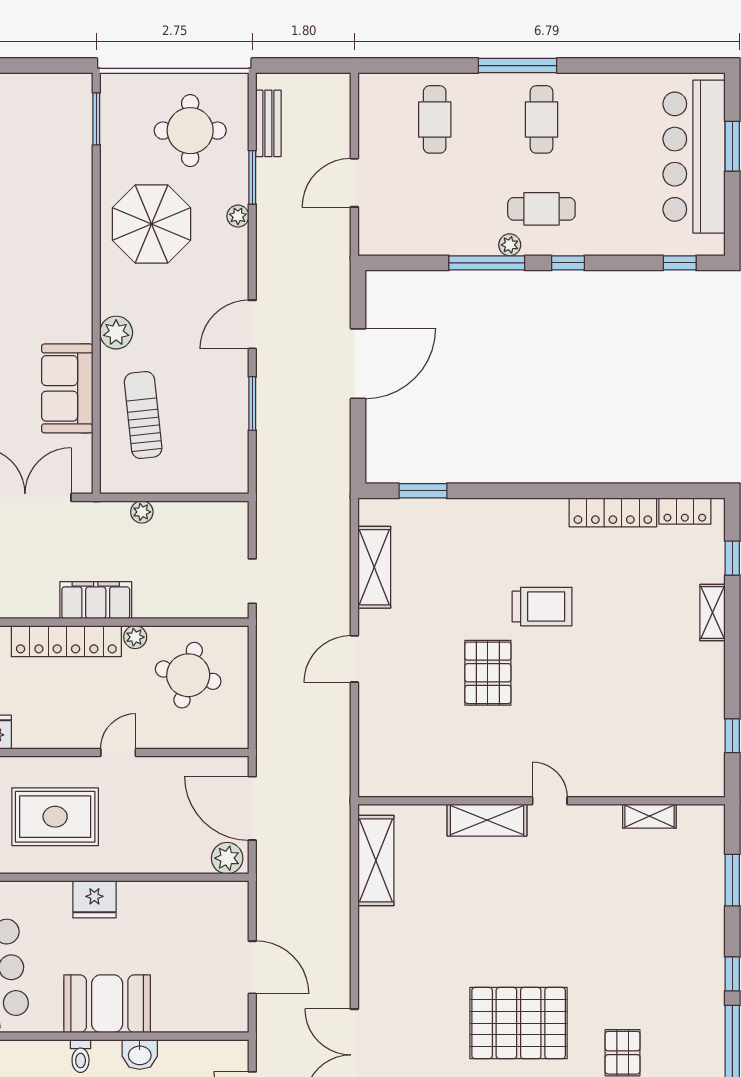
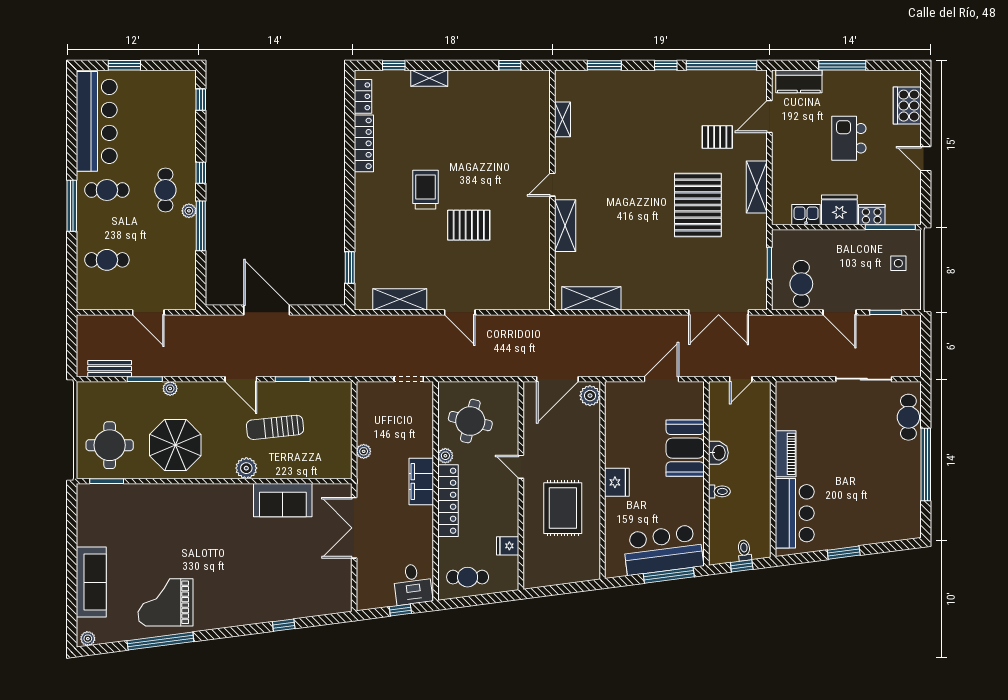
round table: (190, 131) -> (110, 445), moved
bar counter: (694, 157) -> (97, 121), moved, turned -90
sun lounger: (143, 415) -> (275, 427), moved
booth: (107, 1004) -> (685, 448), moved

